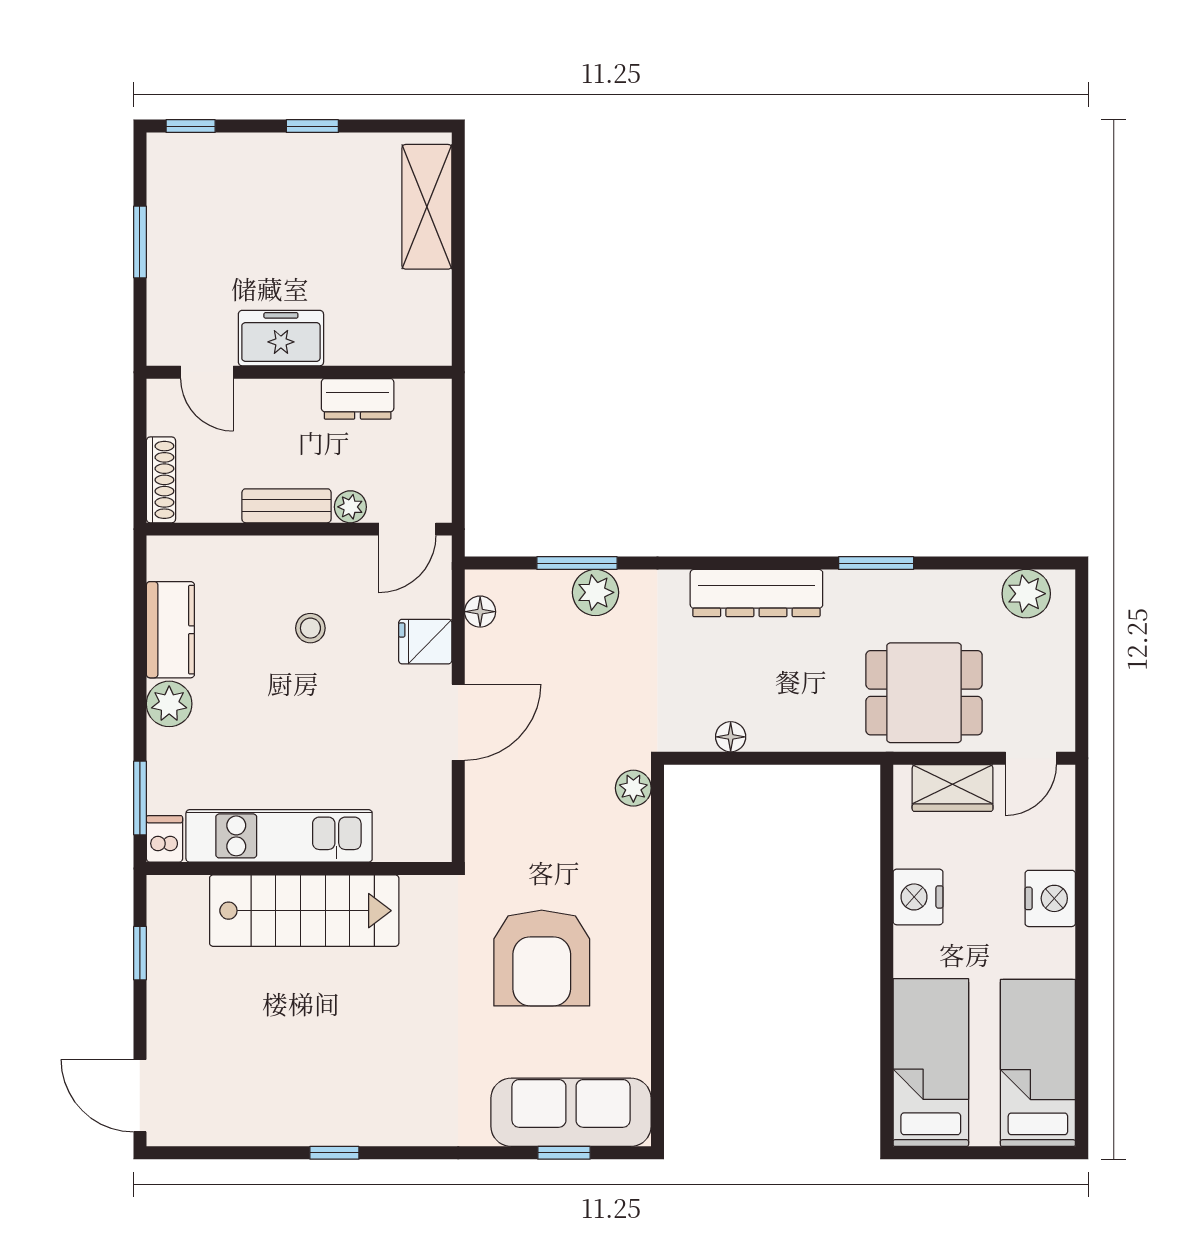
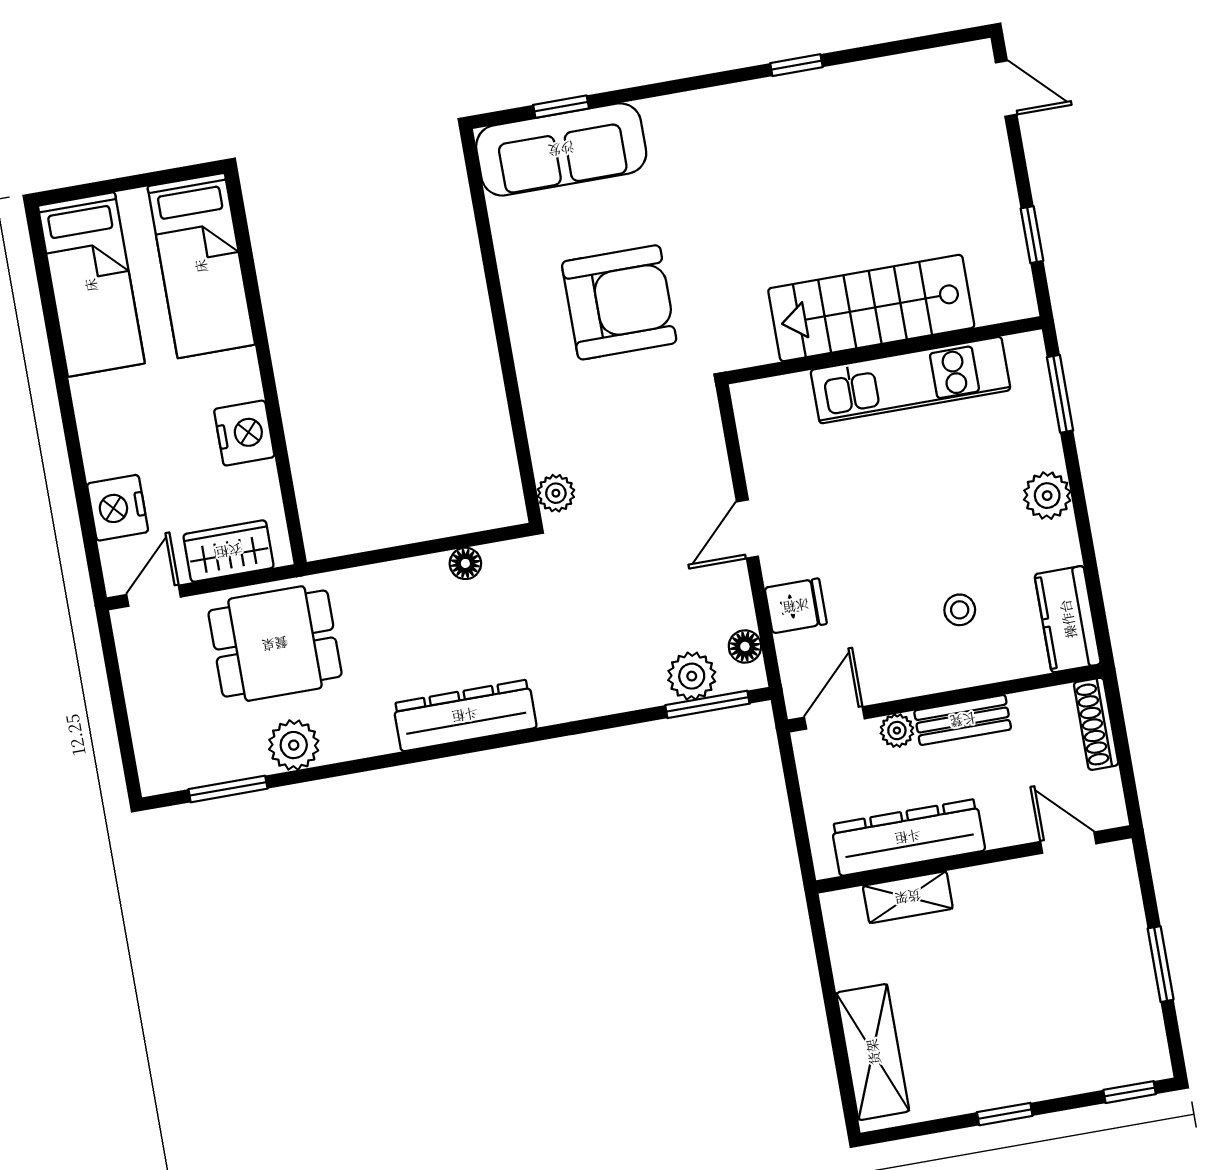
freezer: (281, 338) -> (999, 891), removed
shelving: (368, 347) -> (908, 897), added
dresser: (358, 399) -> (908, 837), width x1.96, depth x1.24
window: (577, 563) -> (707, 704), moved
window: (876, 563) -> (228, 789), moved
plant: (595, 592) -> (692, 676), moved
plant: (1026, 594) -> (294, 745), moved
stool: (310, 628) -> (960, 610), moved
kitchen counter: (170, 630) -> (1068, 619), moved
door: (458, 722) -> (747, 529), width x0.73
dishwasher: (164, 839) -> (1028, 356), removed
nightstand: (1050, 898) -> (118, 508), moved
armchair: (542, 958) -> (619, 302), turned 90
door: (140, 1096) -> (1006, 89), width x0.73

